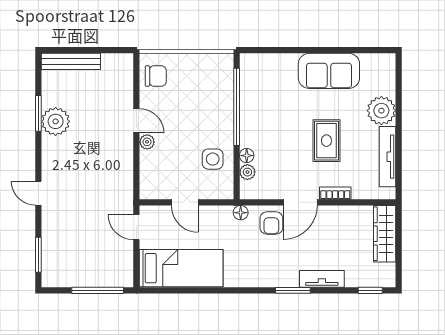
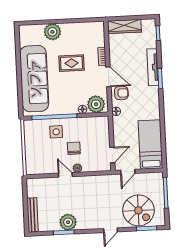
sofa: (329, 71) -> (34, 79), width x1.85, depth x1.27
chair: (156, 76) -> (74, 148), moved
door: (136, 121) -> (65, 175), hinge flipped
tv unit: (387, 157) -> (79, 27), removed
side table: (213, 159) -> (56, 132), moved
plant: (247, 172) -> (96, 104), width x1.88, depth x1.88
door: (185, 202) -> (112, 155), moved
spiral stairs: (70, 242) -> (138, 210), added
tv unit: (322, 279) -> (153, 67), width x1.41

